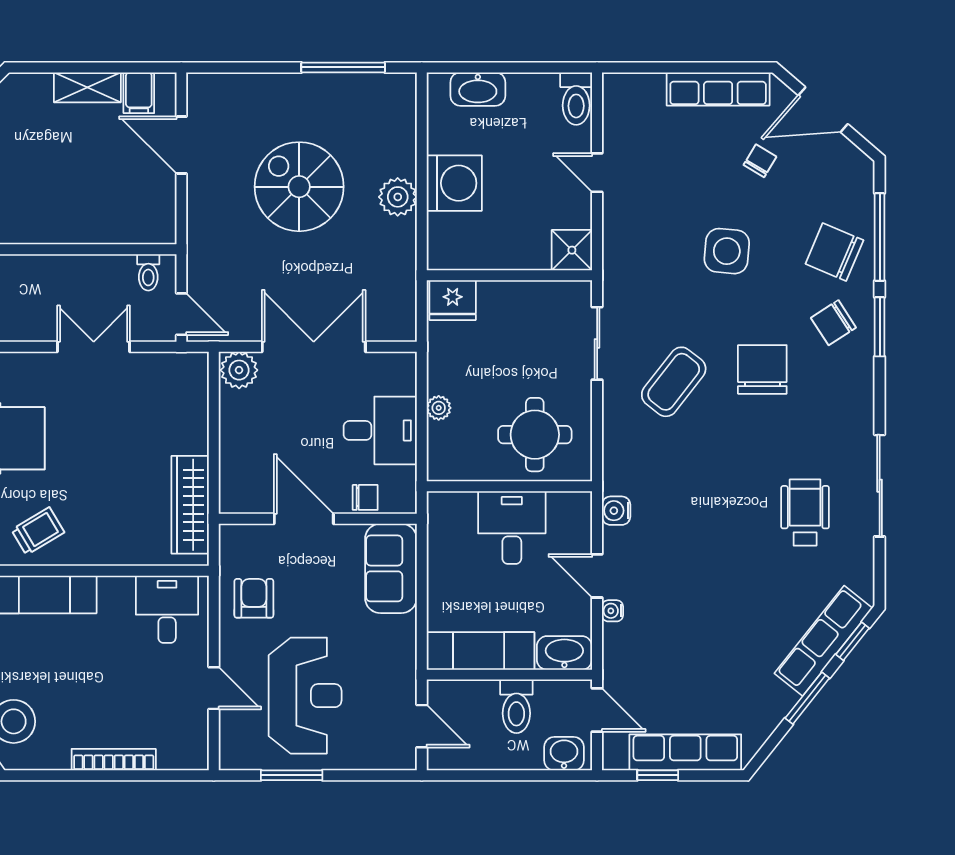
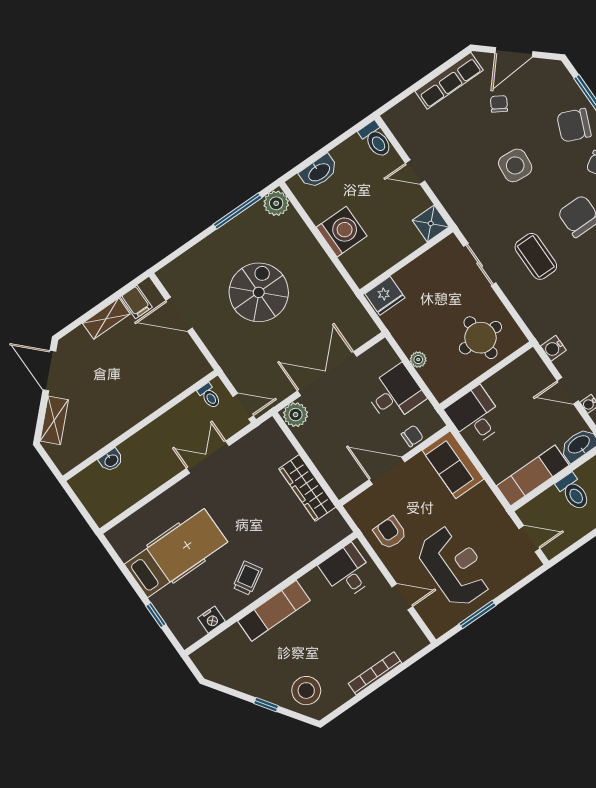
spiral stairs: (299, 187) -> (259, 292), turned 90
plant: (398, 197) -> (276, 203), moved
coffee table: (674, 382) -> (536, 256), turned -38
wardrobe: (190, 505) -> (307, 488), moved
desk: (512, 528) -> (475, 416), moved

